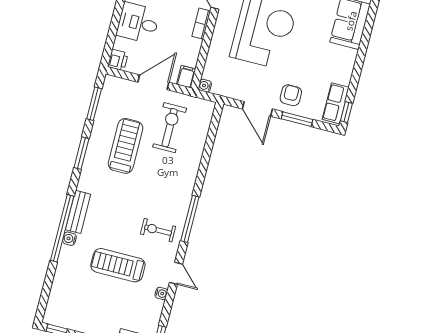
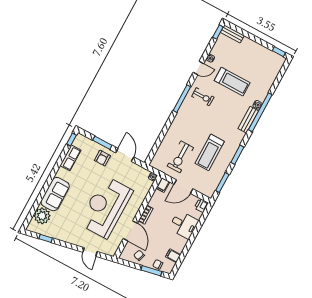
row of seats: (336, 103) -> (70, 158), moved
door: (176, 273) -> (198, 68), swing flipped

